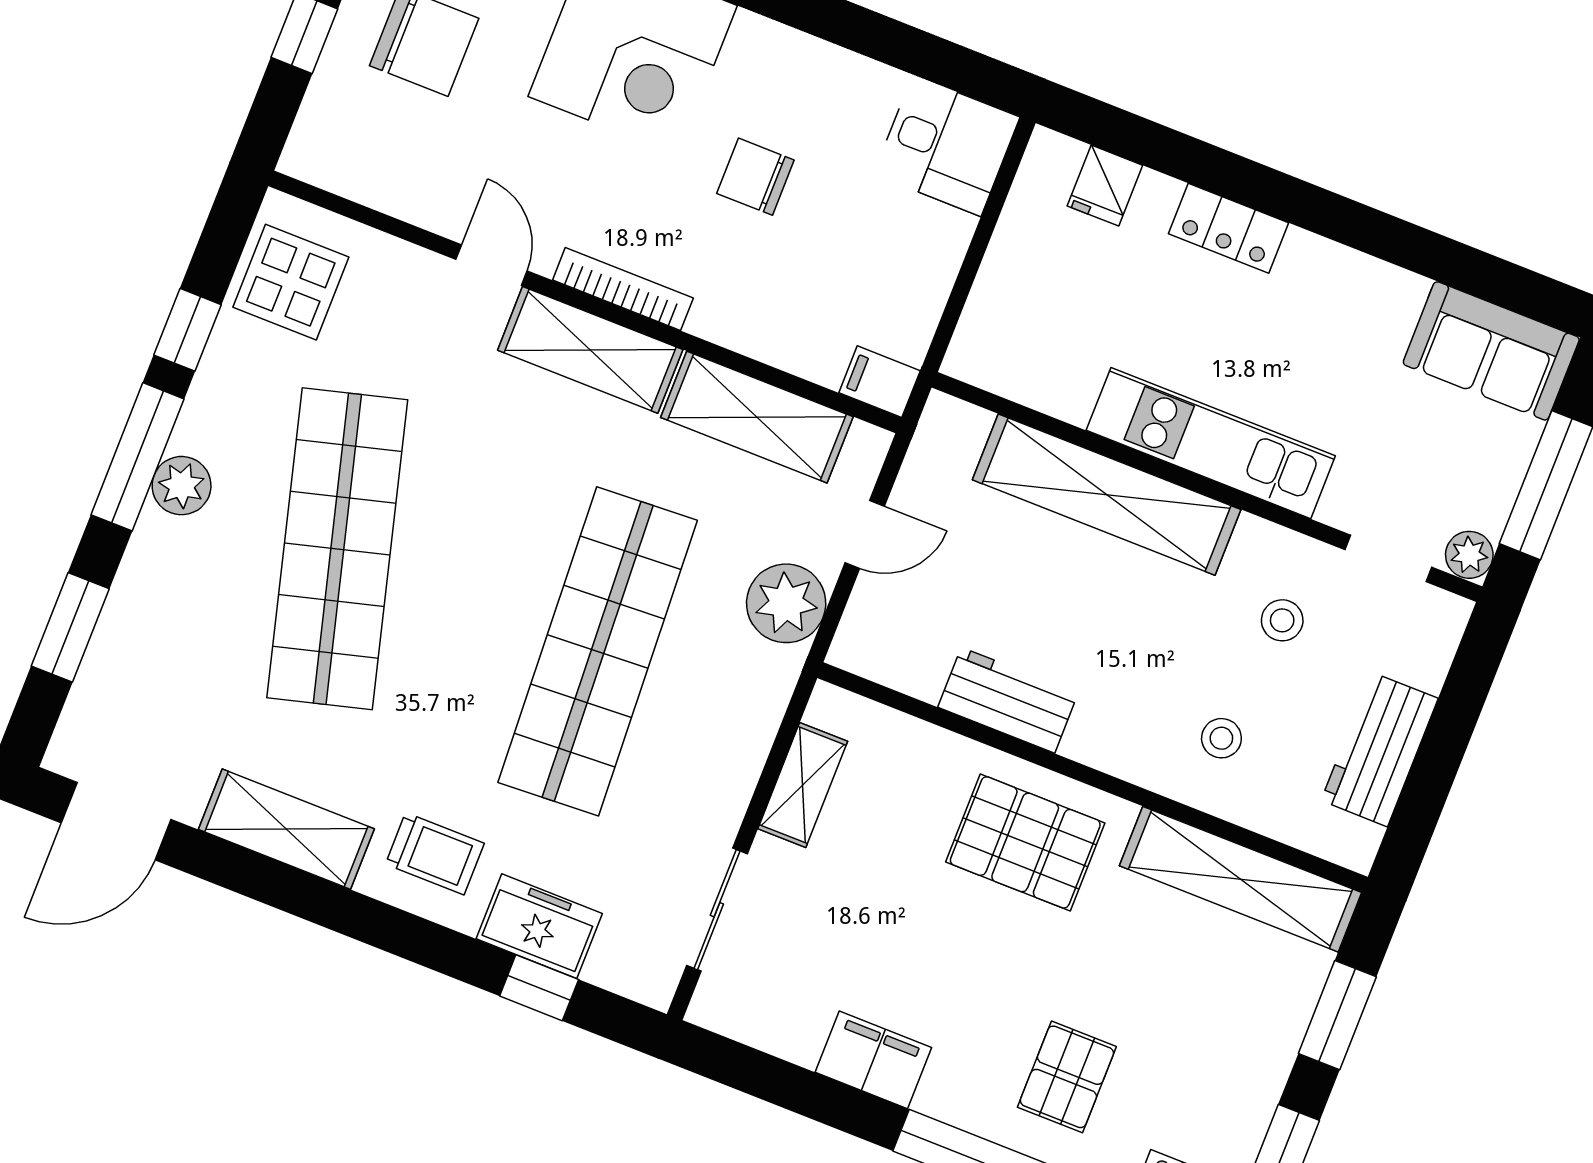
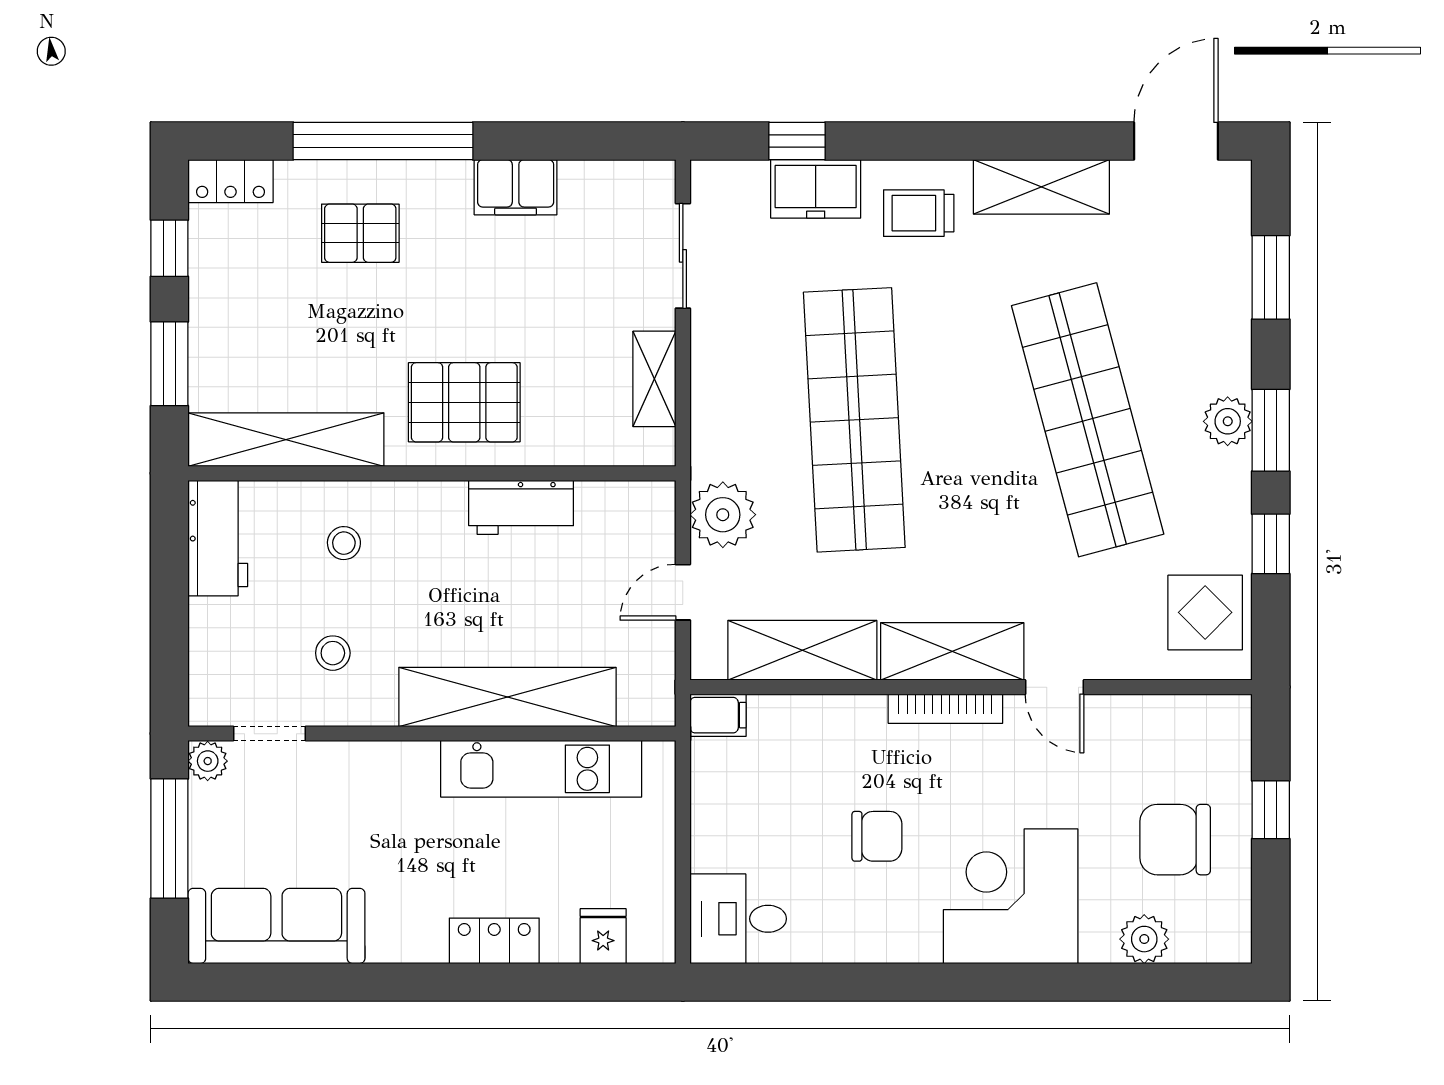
sofa: (1491, 351) -> (276, 926), width x1.36
kitchen unit: (1211, 443) -> (541, 769), moved
window: (137, 457) -> (1271, 430), width x0.69
workbench: (1380, 749) -> (218, 538), moved
pallet: (1067, 1077) -> (360, 233), turned 90

